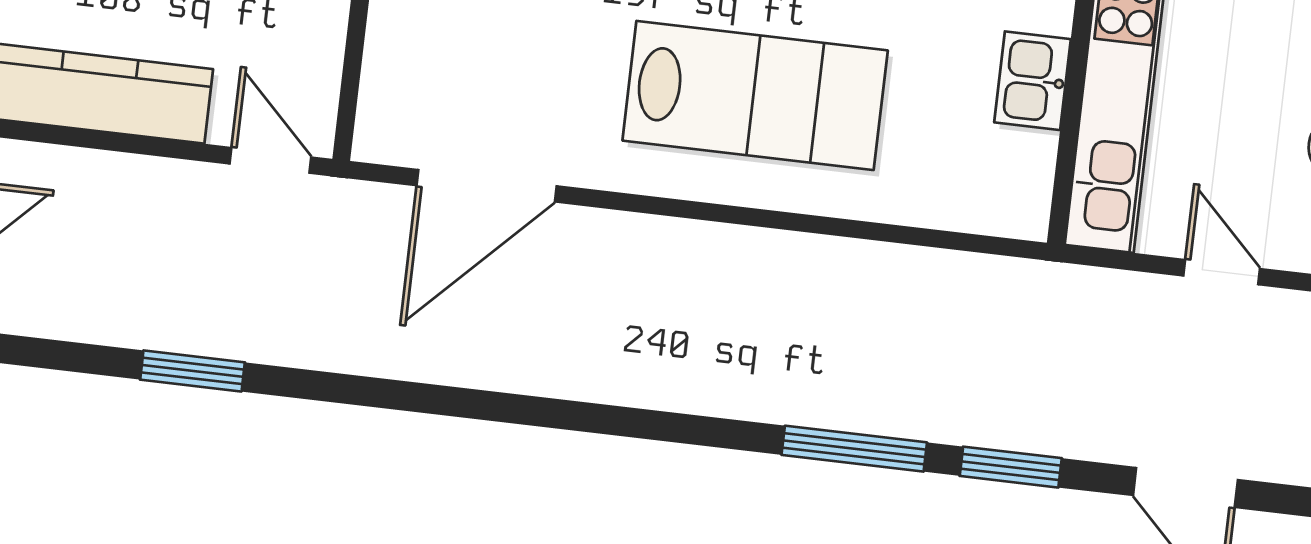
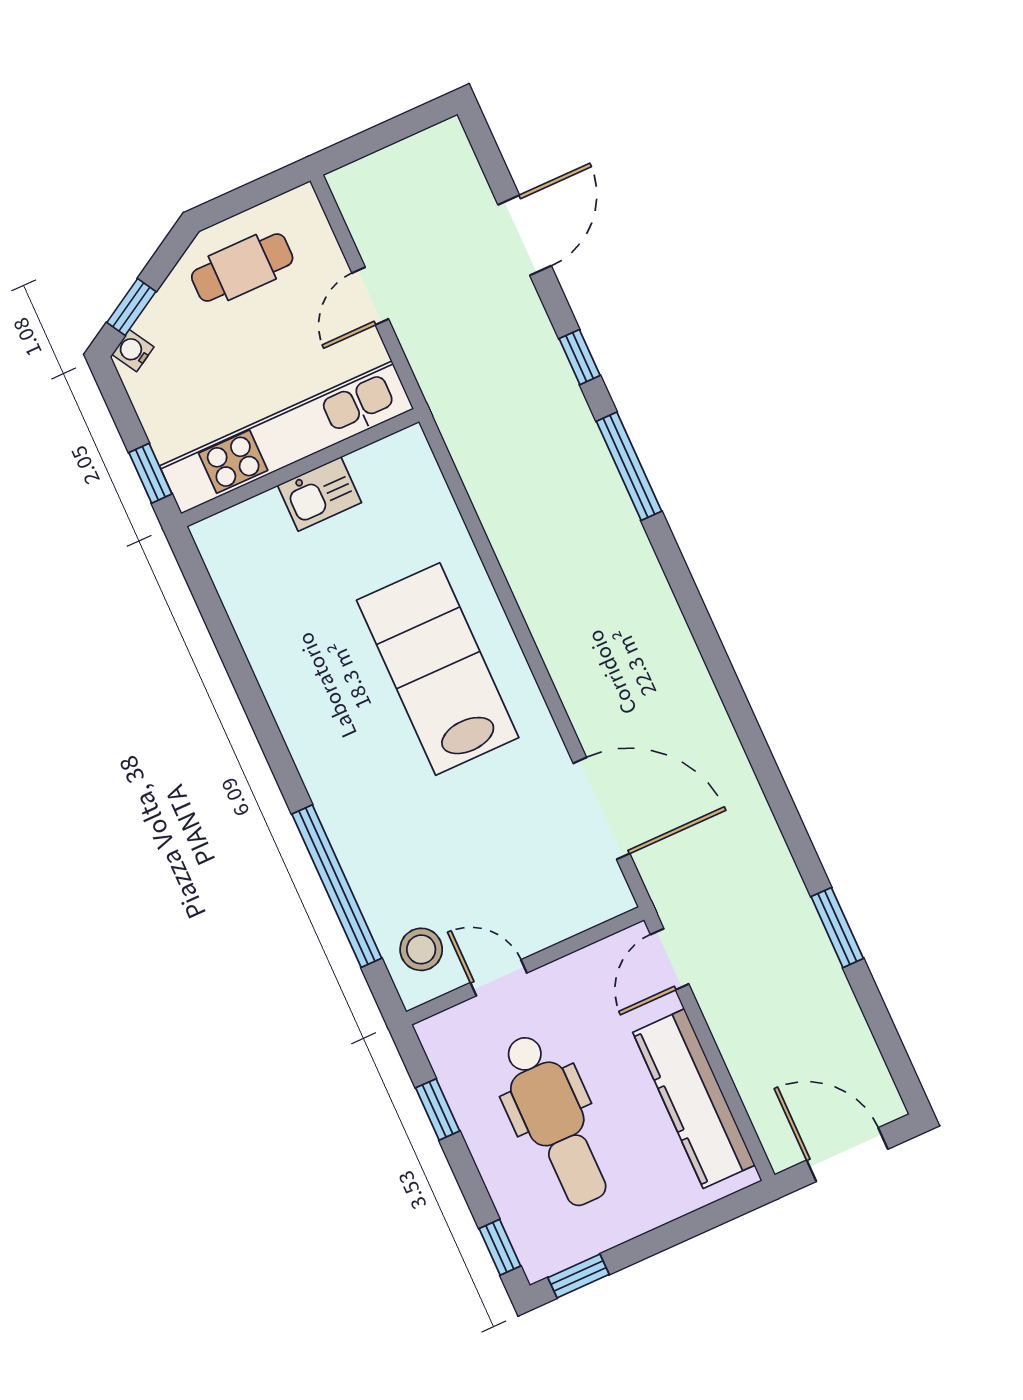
window: (1011, 467) -> (580, 357), width x0.67

